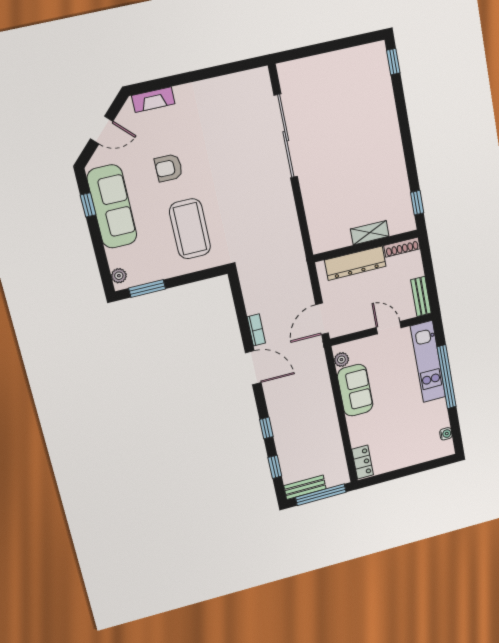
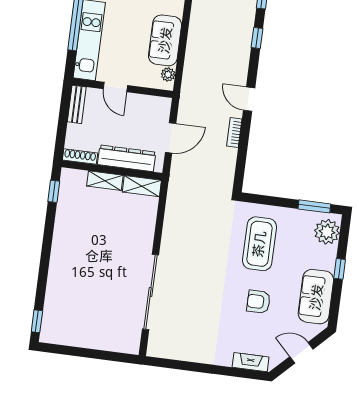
armchair: (169, 168) -> (259, 302), turned 180
window: (88, 205) -> (340, 269), moved
sofa: (112, 207) -> (316, 297), width x0.73
shelving: (331, 241) -> (142, 186), added
plant: (119, 276) -> (327, 232), width x1.88, depth x1.88
door: (322, 319) -> (171, 138), moved
door: (253, 368) -> (249, 99), width x0.73

